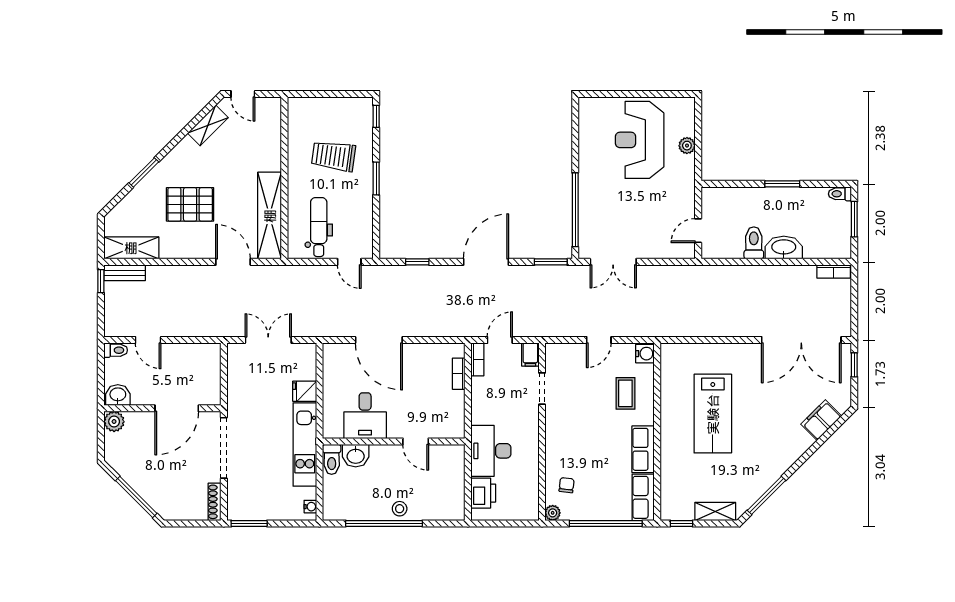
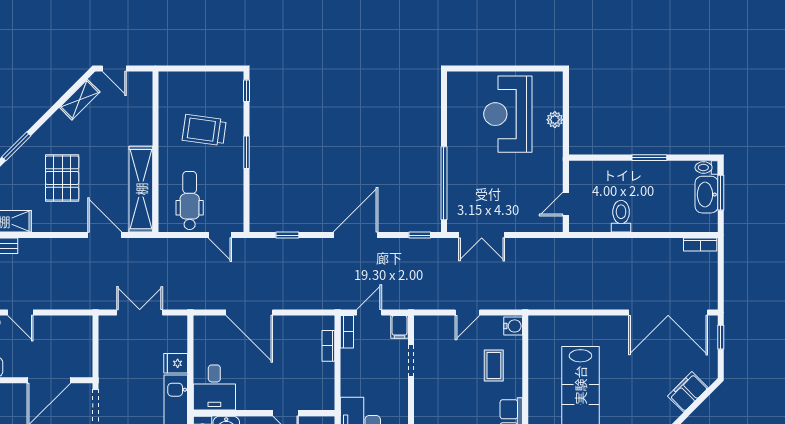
pallet: (190, 204) -> (62, 178), turned 90
washbasin: (784, 248) -> (707, 195), moved, turned -90
window: (551, 262) -> (420, 235), width x0.67
desk: (365, 416) -> (214, 388), moved

